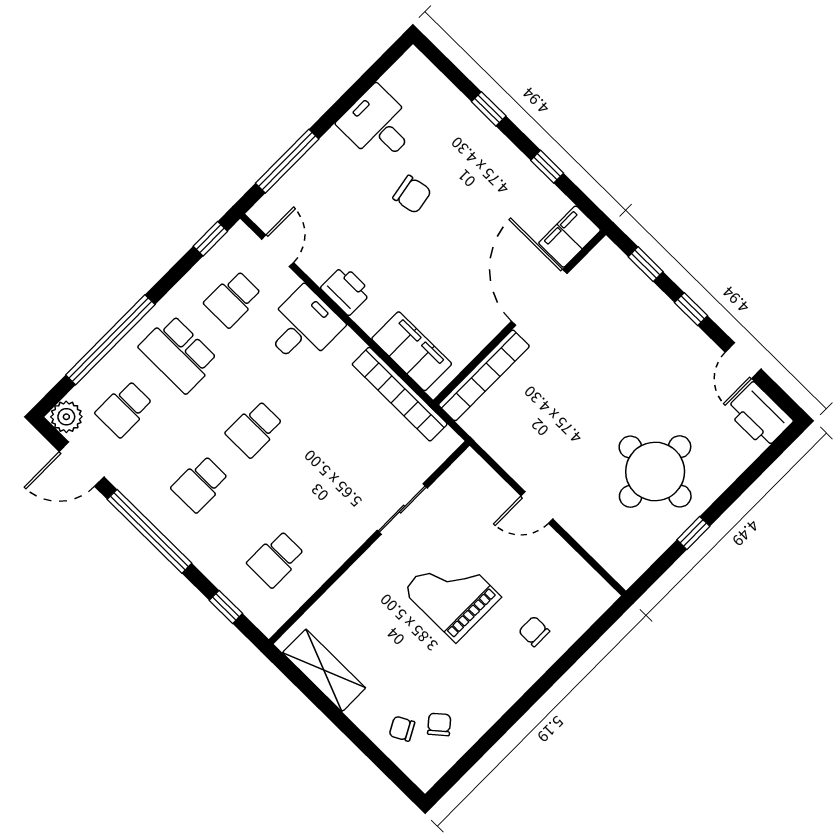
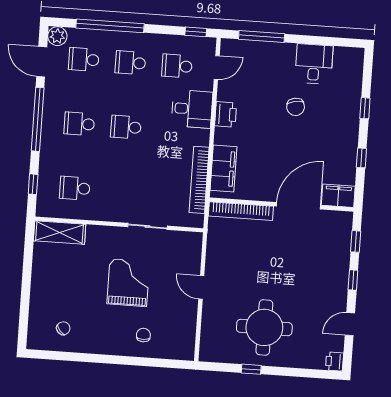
school desk: (179, 354) -> (130, 63), width x0.54
printer: (759, 416) -> (334, 361), width x0.53, depth x0.68
shelving: (324, 670) -> (60, 233), moved, turned 90
chair: (402, 729) -> (47, 313), removed

